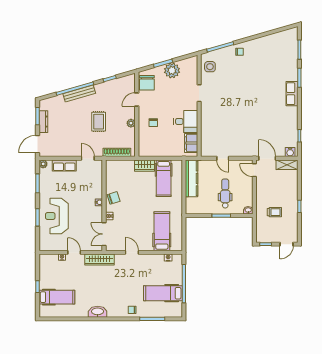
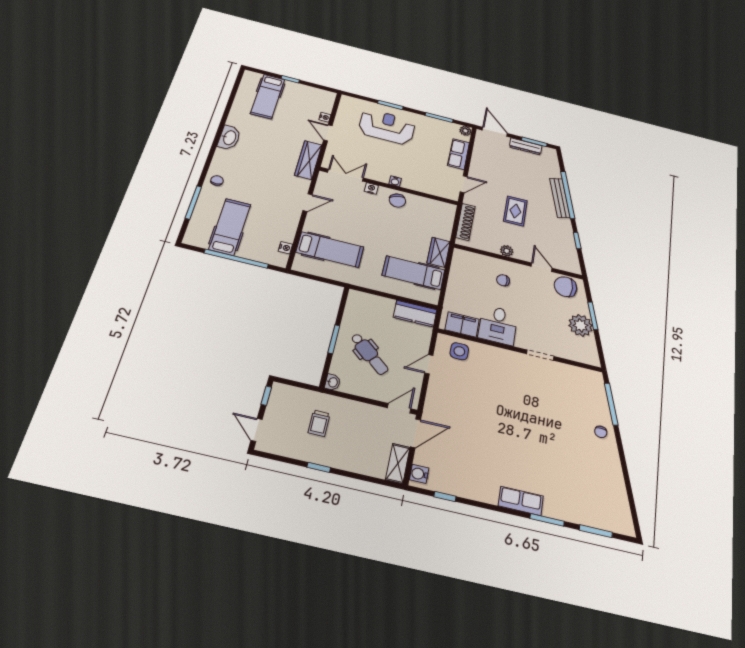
side table: (210, 67) -> (459, 351), moved
rug: (99, 122) -> (515, 211), turned 90
kitchen counter: (192, 178) -> (415, 314), width x0.67
dental chair: (225, 193) -> (369, 354), turned 41
door: (74, 252) -> (328, 133), swing flipped

